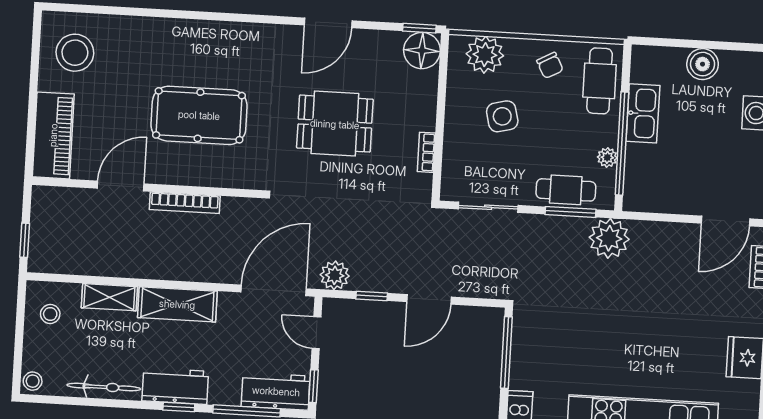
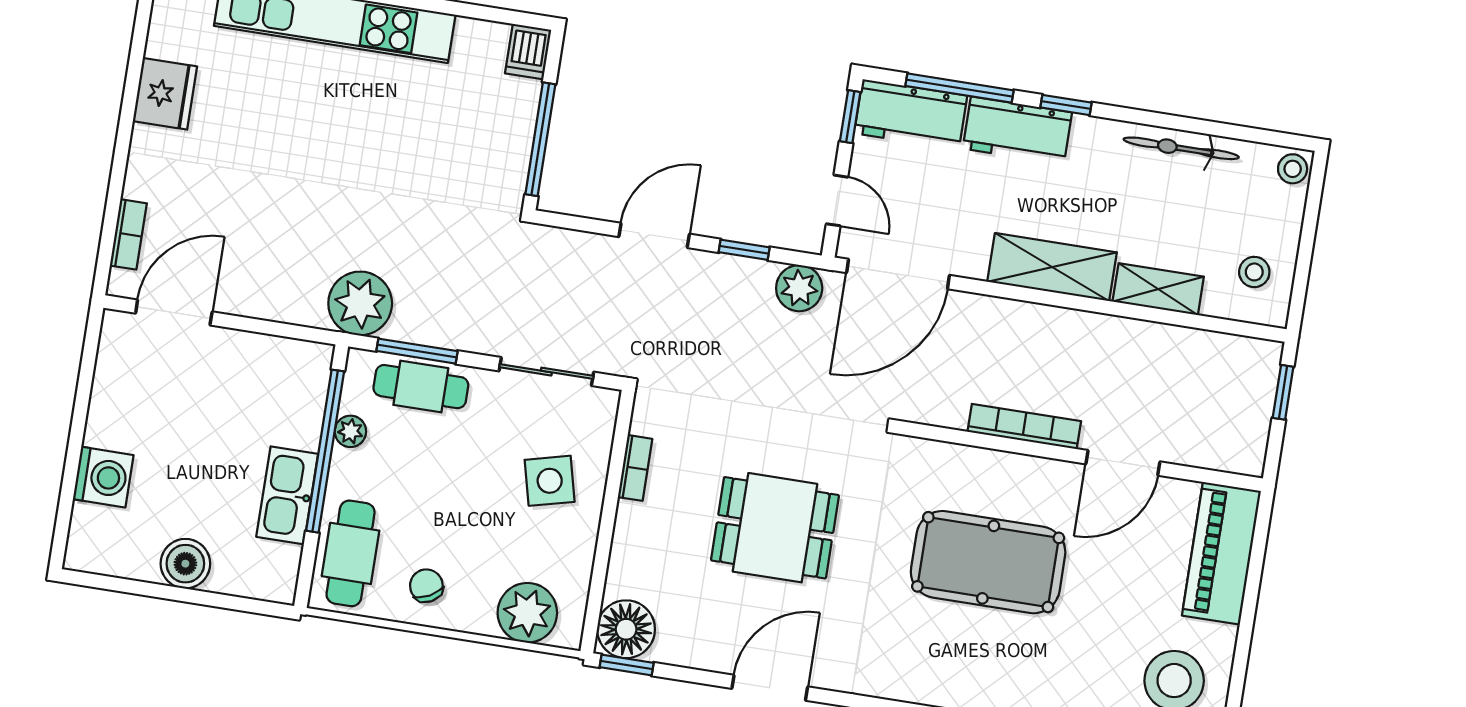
side table: (502, 116) -> (550, 481), moved
workbench: (175, 386) -> (1017, 130), moved

